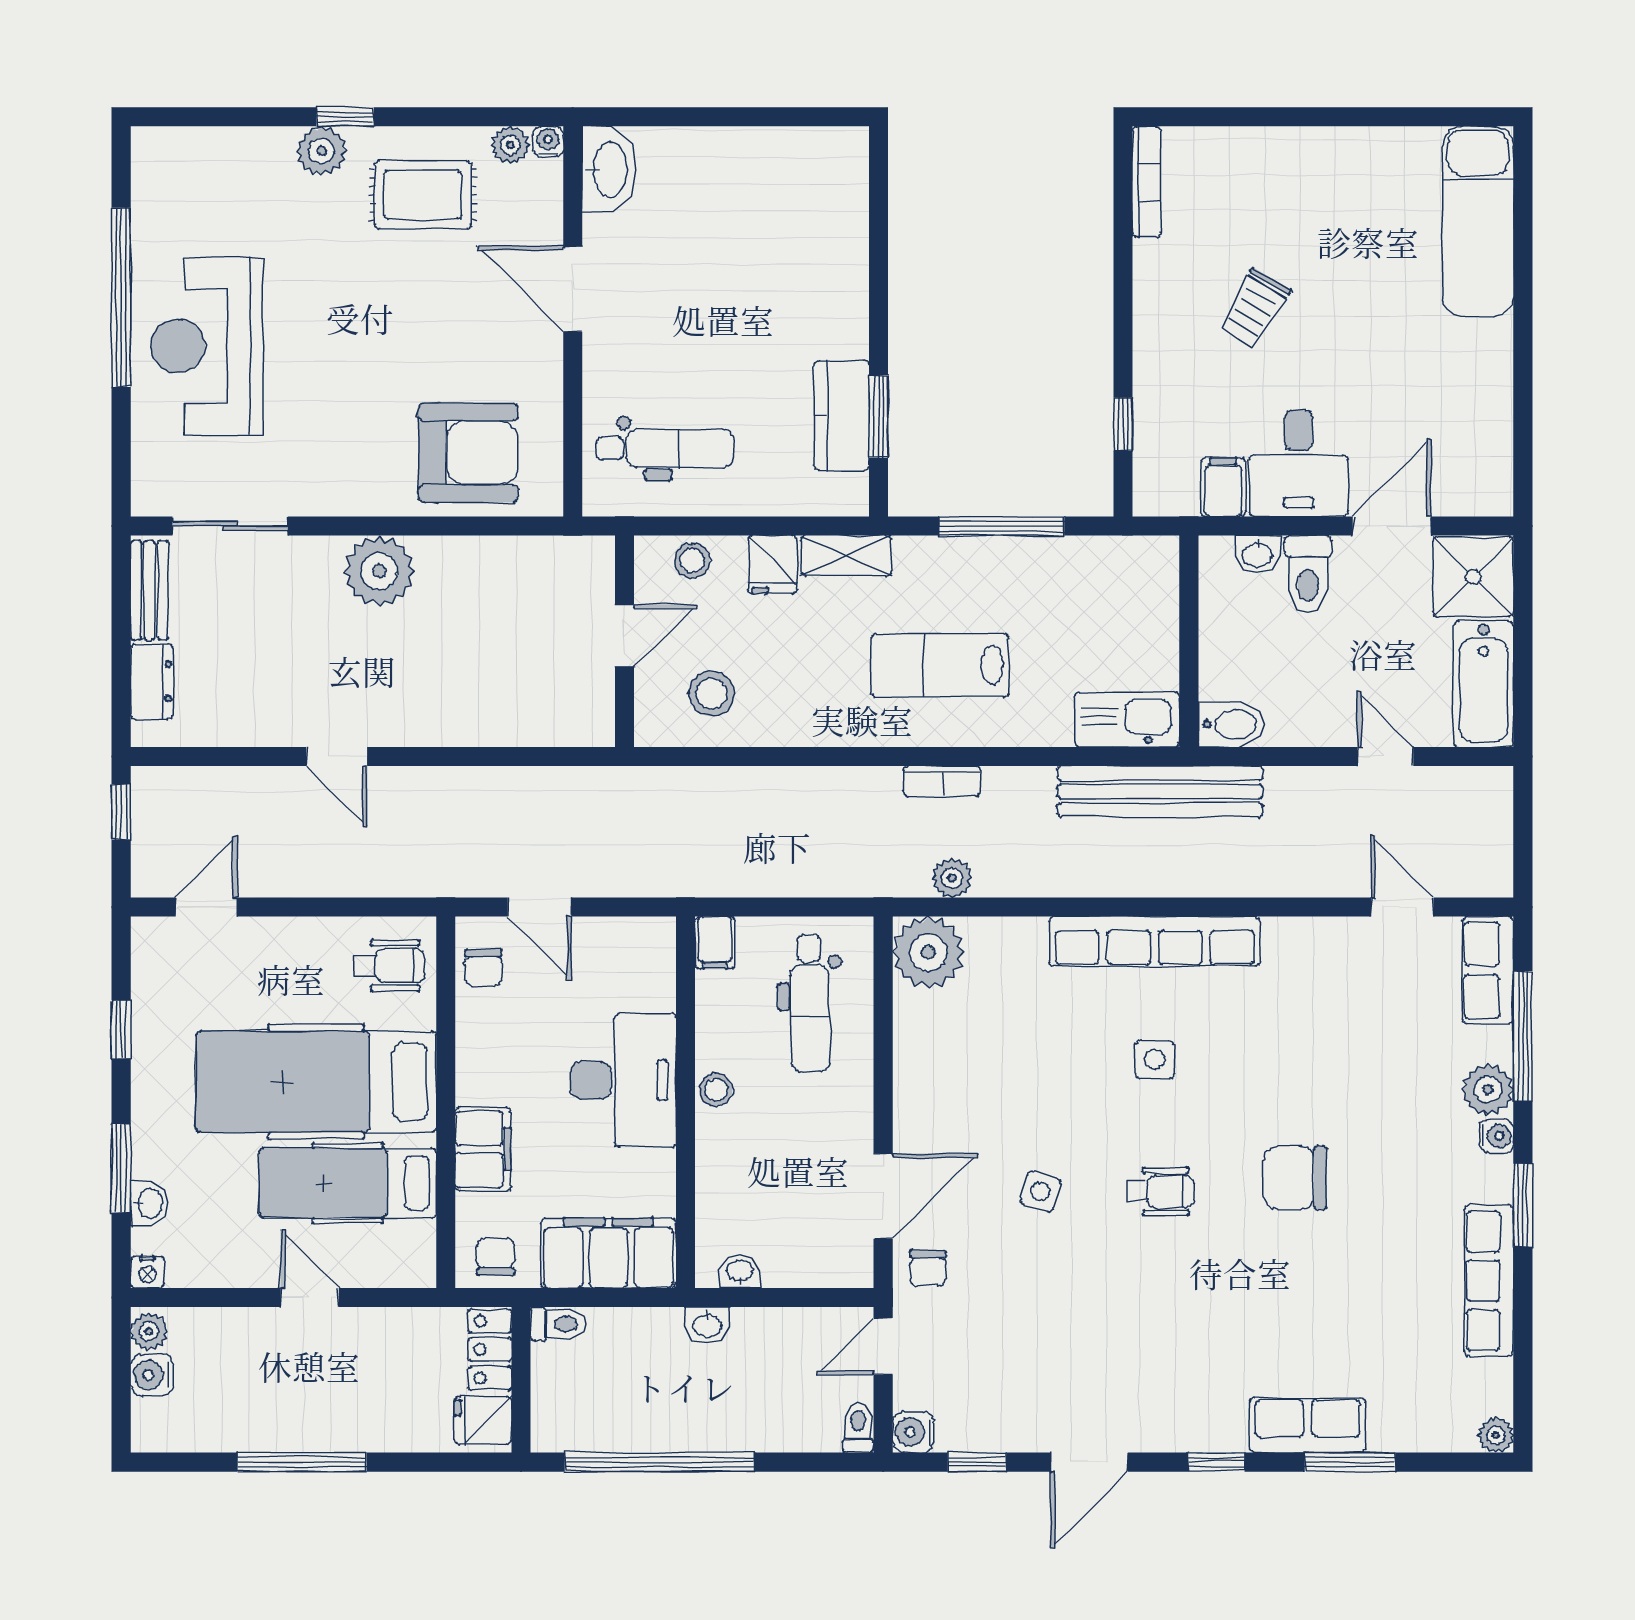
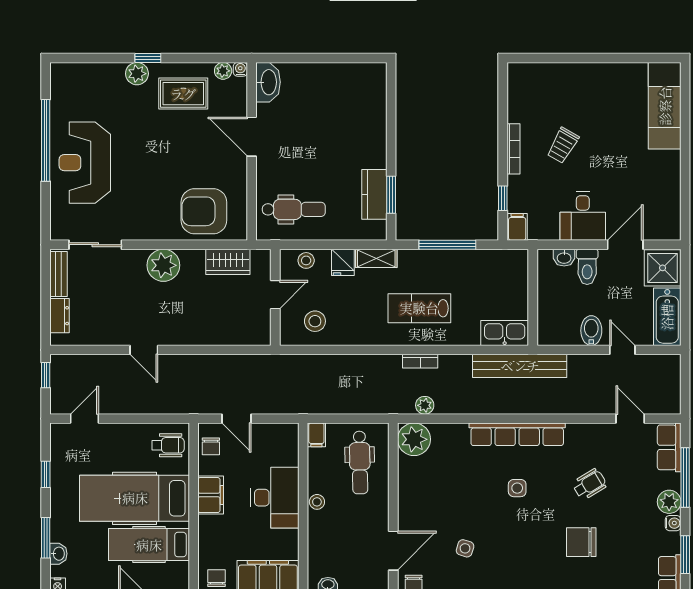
bookcase: (1147, 182) -> (513, 149), moved
armchair: (468, 453) -> (204, 211), turned 180
filing cabinet: (1223, 487) -> (517, 227), moved
wardrobe: (521, 563) -> (228, 262), added
bidet: (1231, 724) -> (591, 331), moved, turned -90
filing cabinet: (483, 1149) -> (211, 495), moved
wheelchair: (1160, 1192) -> (589, 484), moved, turned -31

